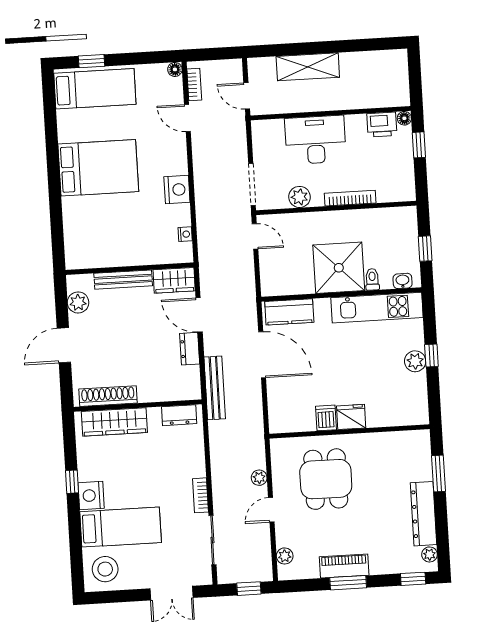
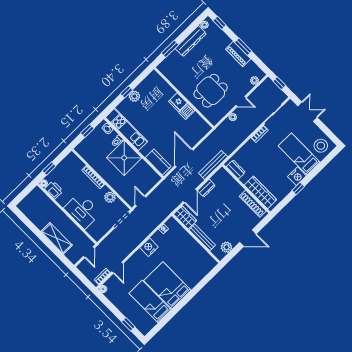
bed: (95, 89) -> (150, 301), moved

